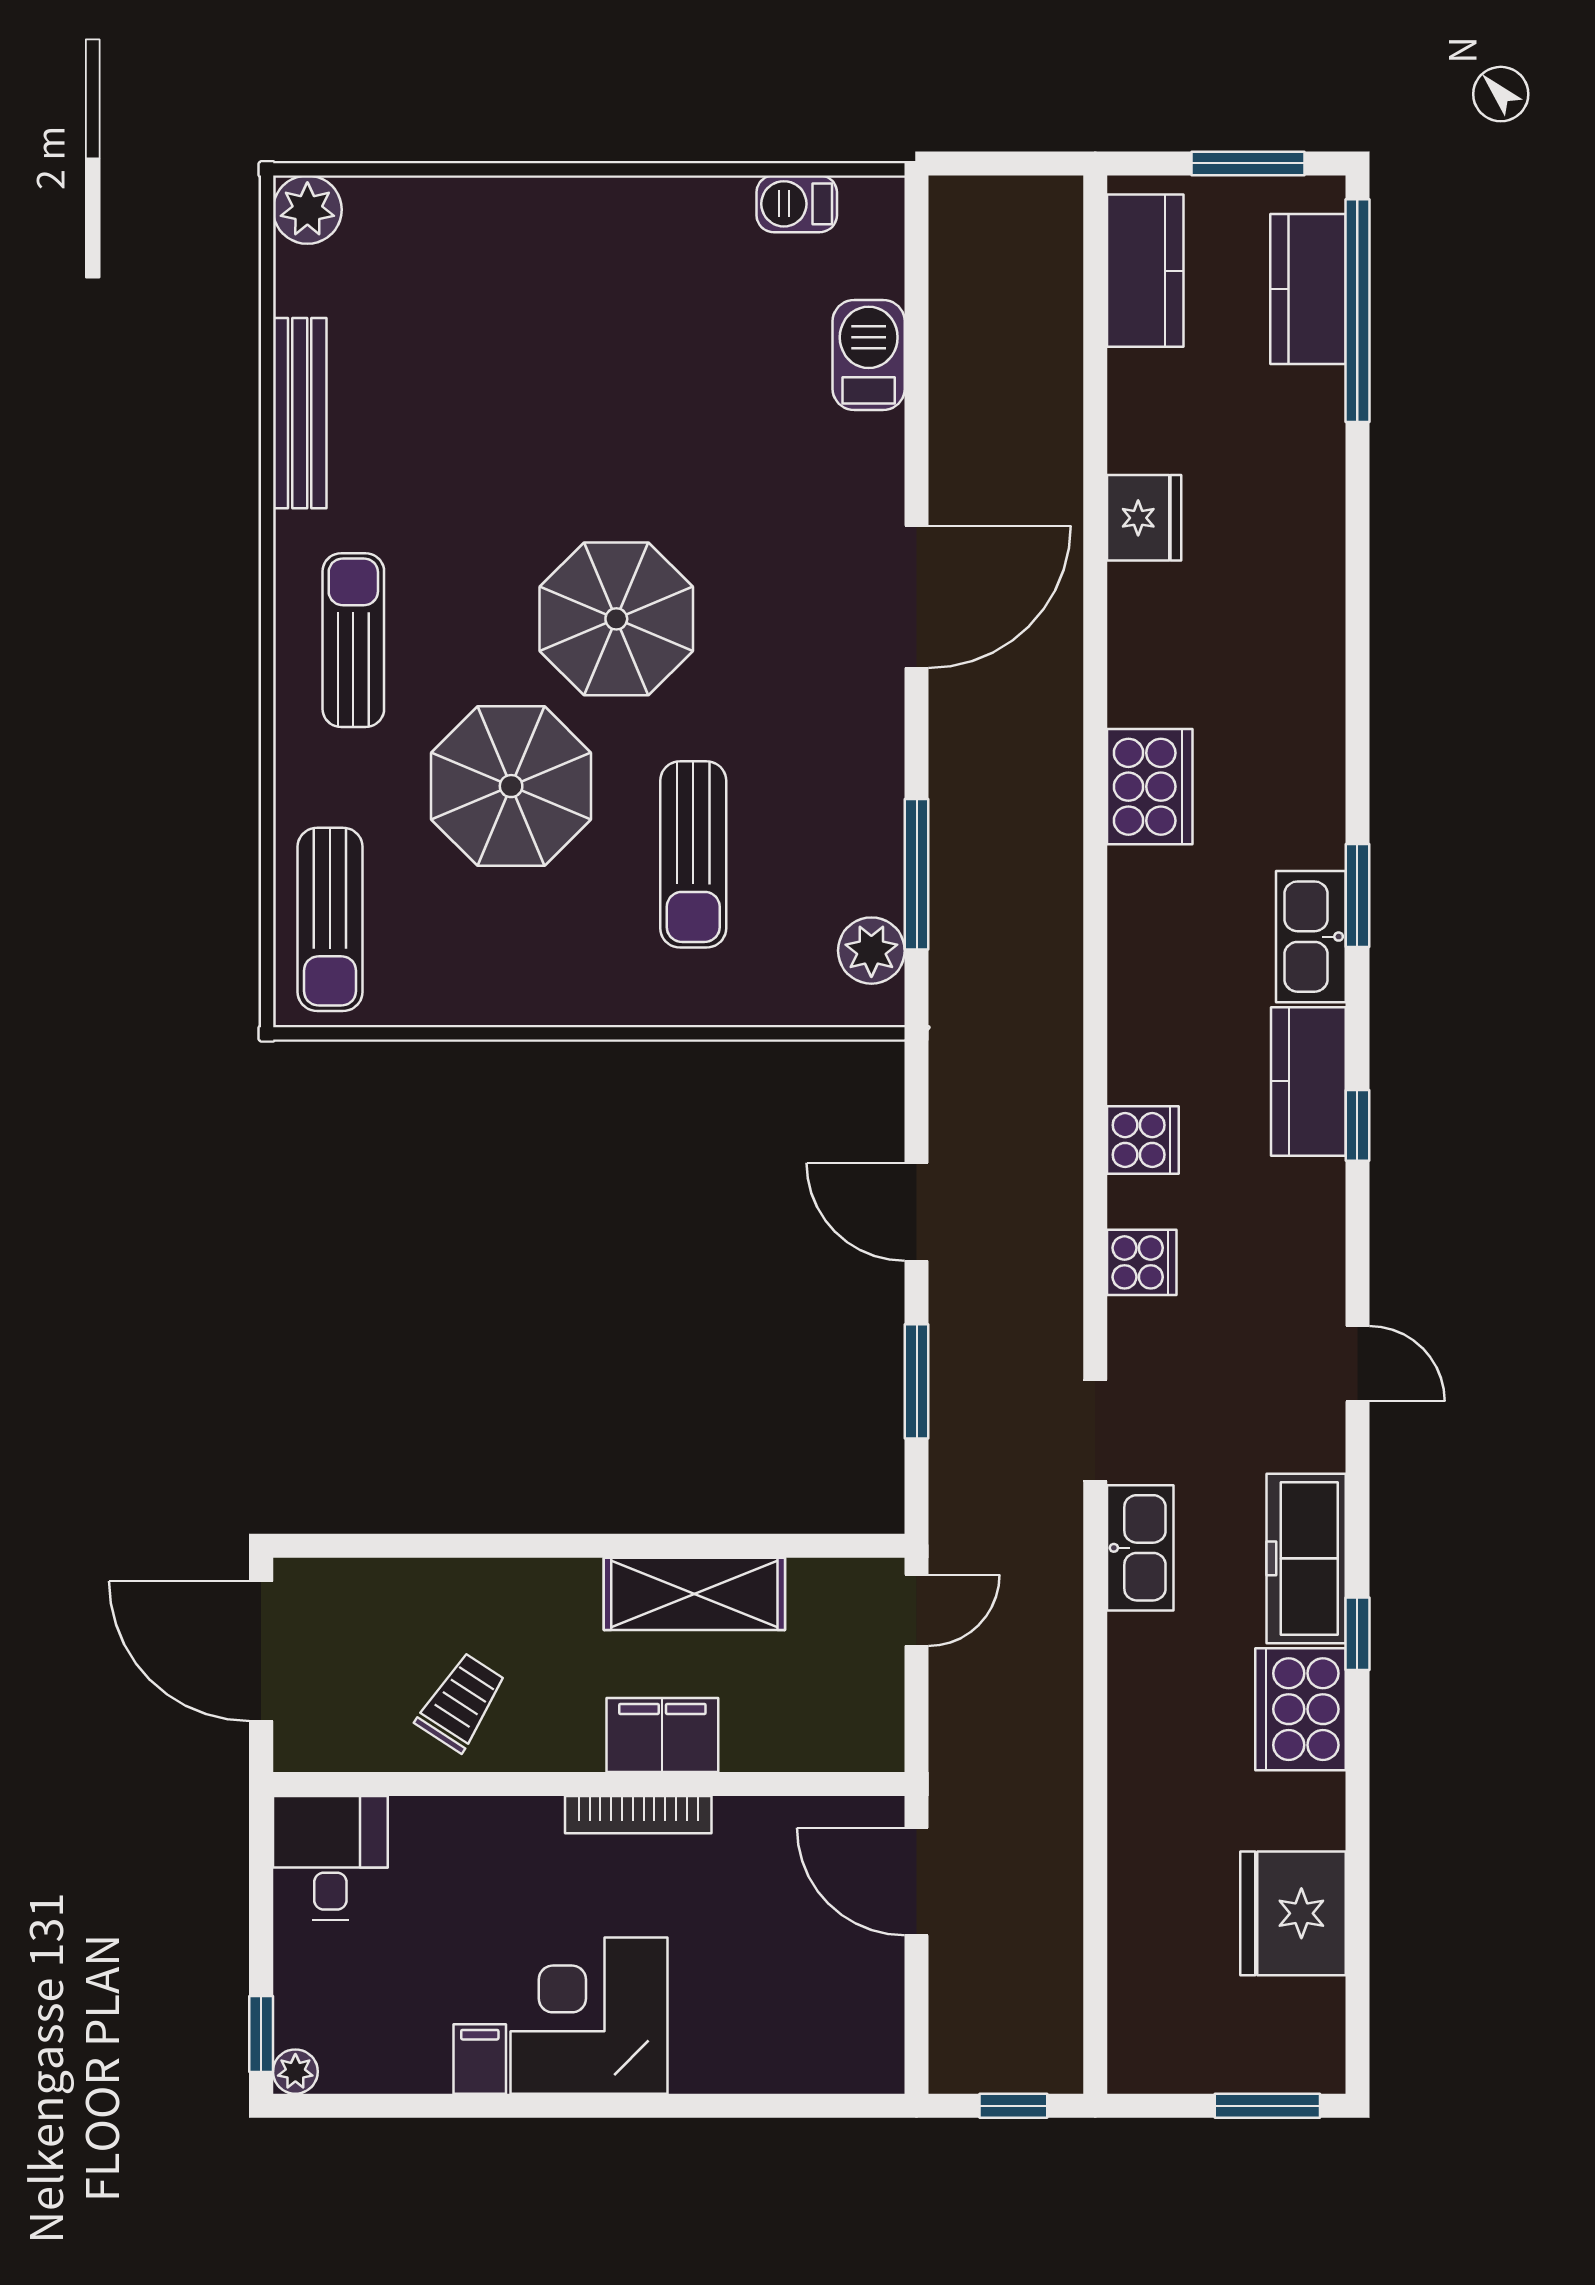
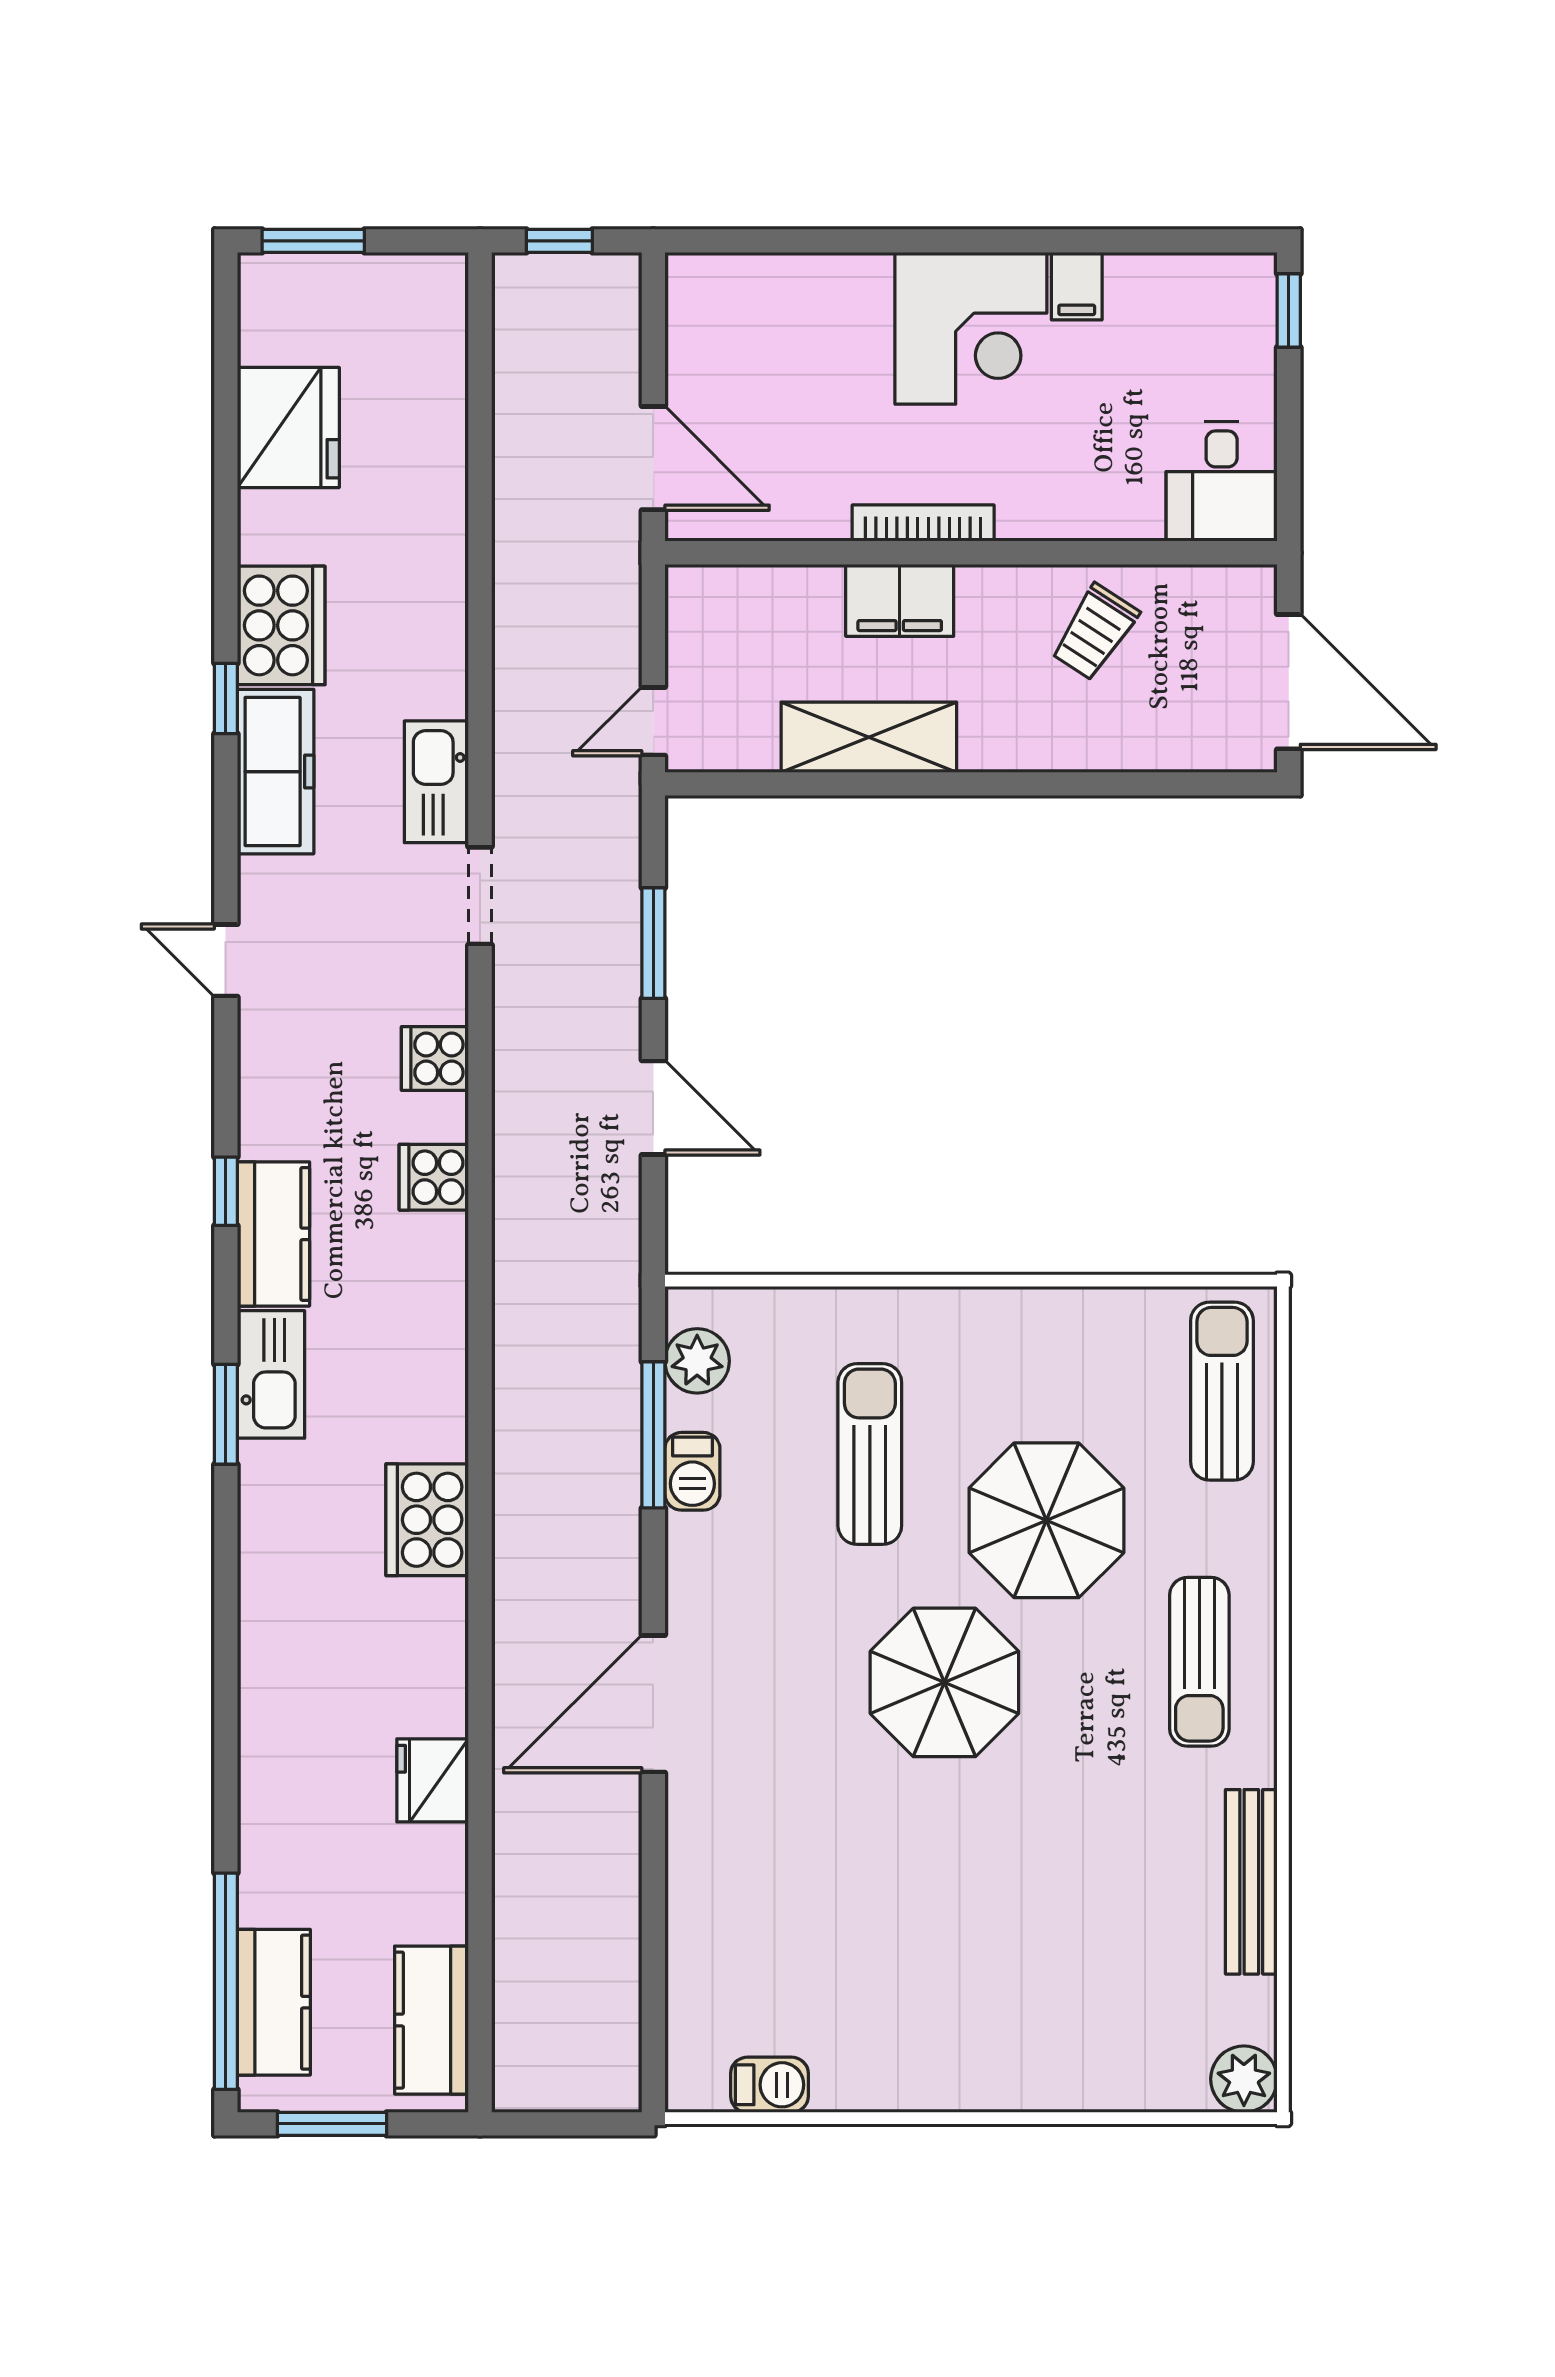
barbecue: (869, 355) -> (692, 1471), moved, width x0.73, depth x0.79
plant: (295, 2072) -> (1256, 274), removed

